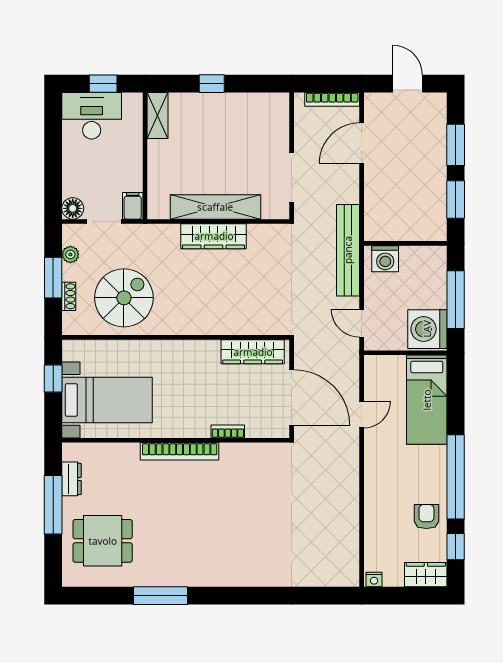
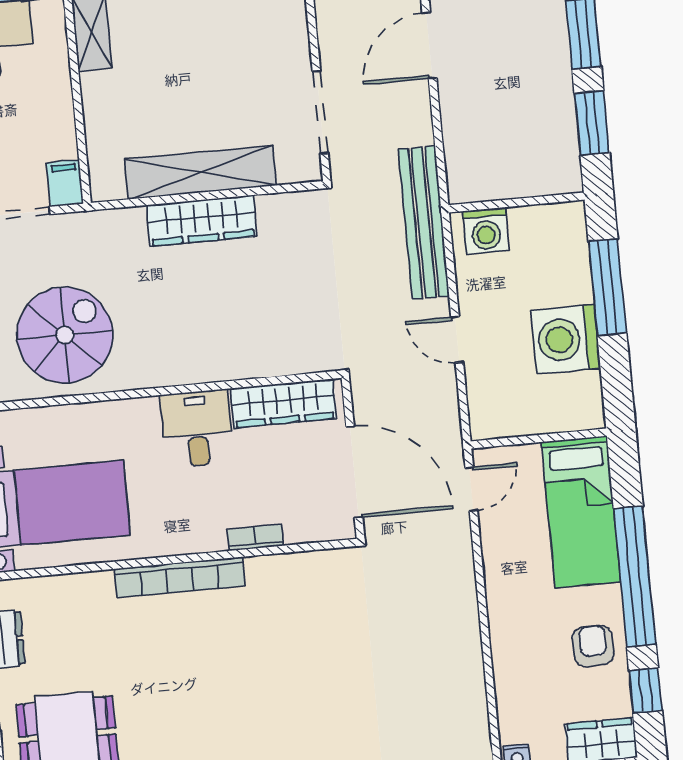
wall: (405, 353) -> (539, 439), moved
desk: (199, 362) -> (197, 429), added
bed: (427, 400) -> (581, 512), moved

